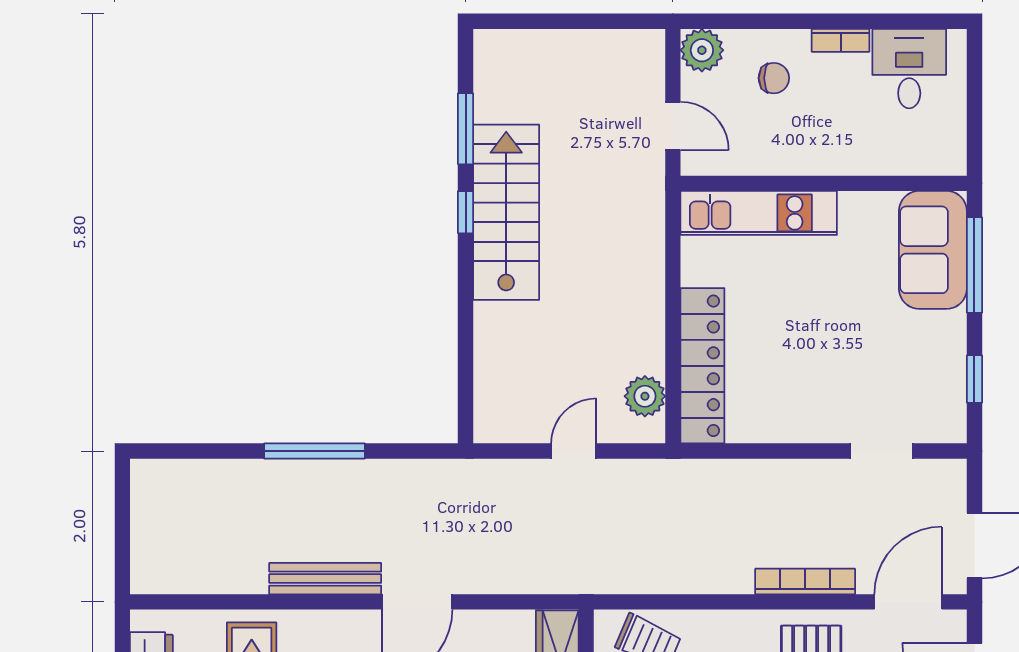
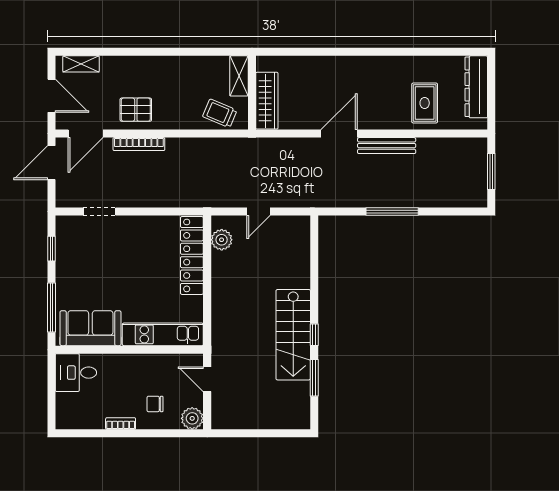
desk: (909, 69) -> (76, 373), moved, turned 90
sofa: (933, 250) -> (90, 328), moved, turned -90
window: (122, 528) -> (491, 172), added

